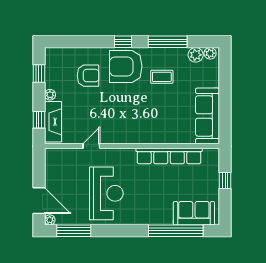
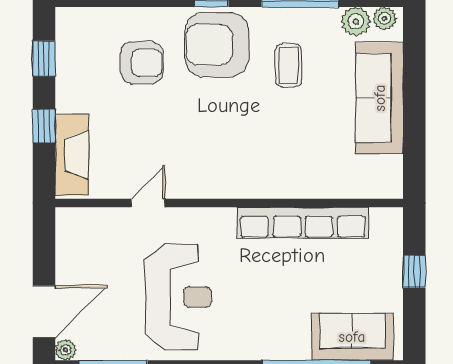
coffee table: (162, 77) -> (288, 65), turned 90
plant: (50, 95) -> (66, 101), removed
sofa: (208, 116) -> (380, 98), moved
window: (39, 120) -> (44, 126), moved
door: (39, 201) -> (44, 312), hinge flipped

